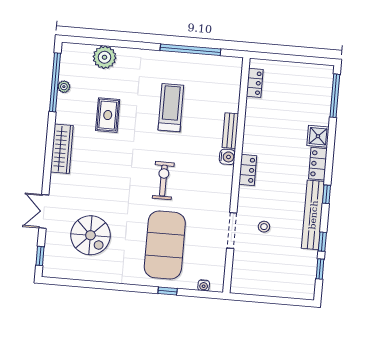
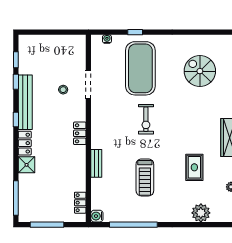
window: (299, 59) -> (47, 225), added
water cooler: (227, 157) -> (97, 216), moved

